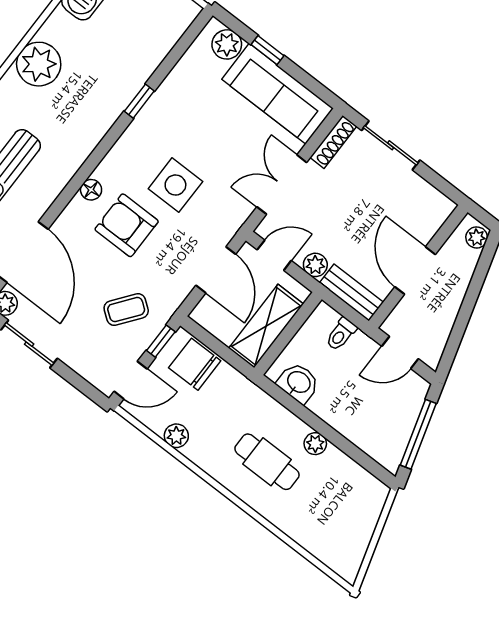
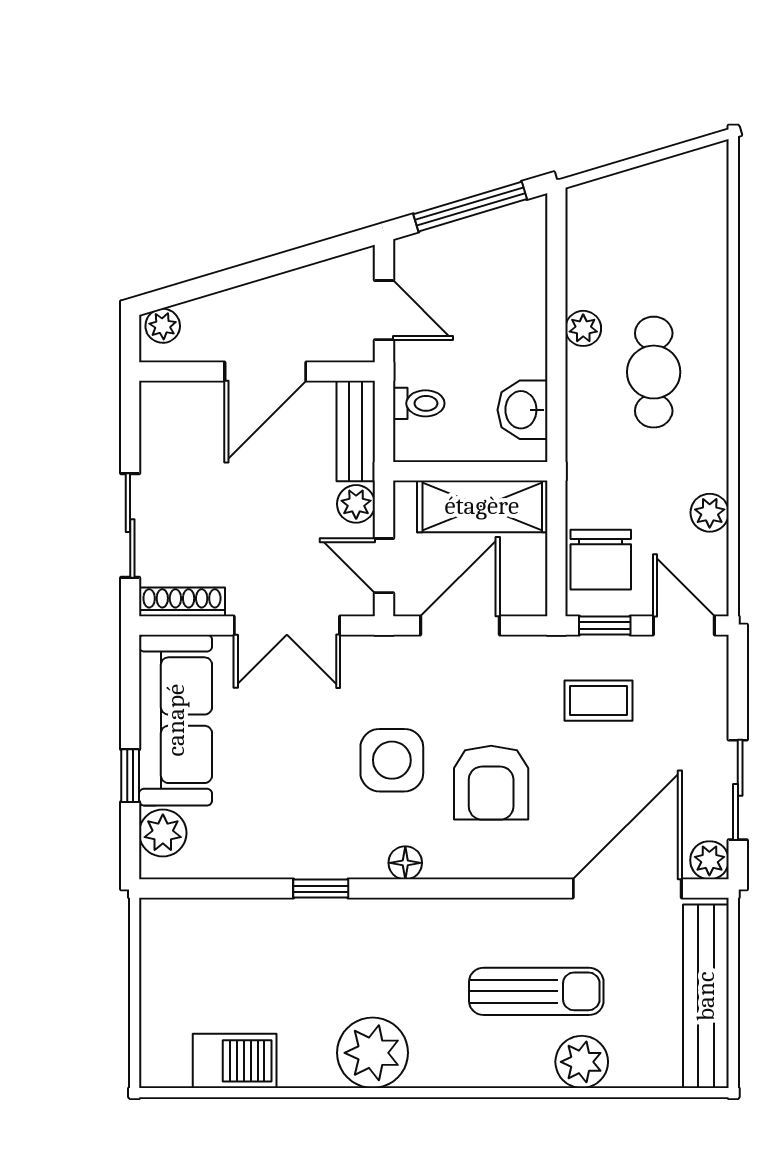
floor lamp: (91, 190) -> (405, 863), moved
coffee table: (126, 310) -> (599, 701), turned -37

